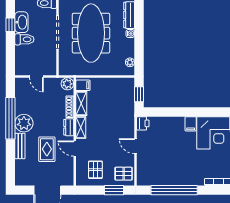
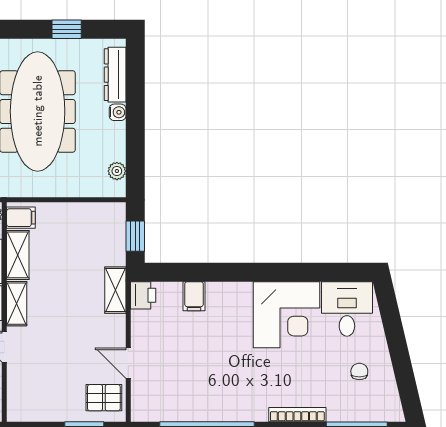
shelving: (129, 121) -> (115, 290), added
filing cabinet: (191, 124) -> (194, 296), moved
door: (136, 146) -> (128, 363), moved
pallet: (95, 170) -> (47, 390), removed

